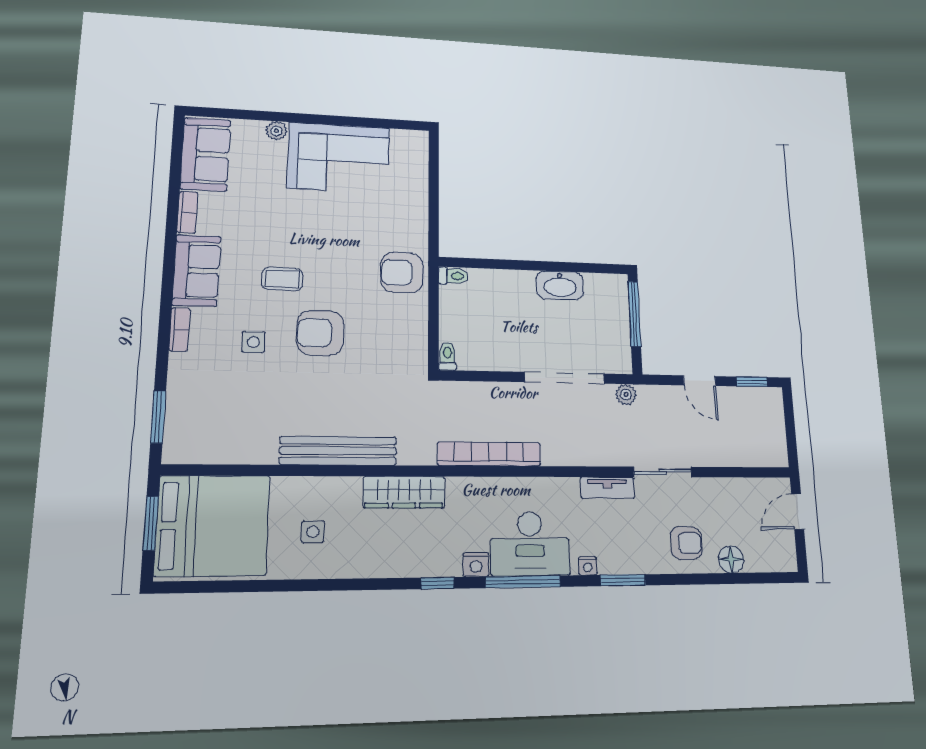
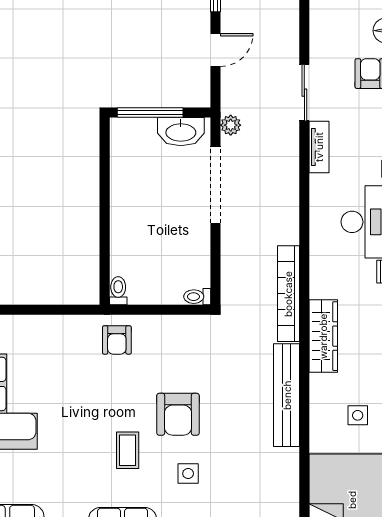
armchair: (402, 273) -> (117, 340), width x0.72, depth x0.72
washbasin: (560, 285) -> (181, 132), moved, turned 90
bookcase: (489, 454) -> (288, 294), moved

